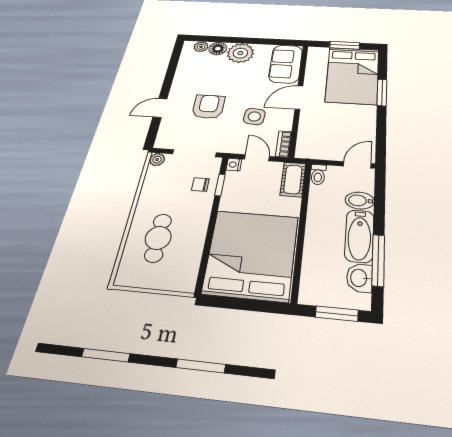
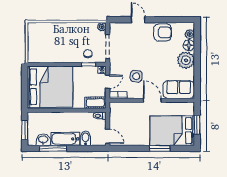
armchair: (208, 107) -> (163, 32), moved
cafe table: (158, 238) -> (55, 39), removed

